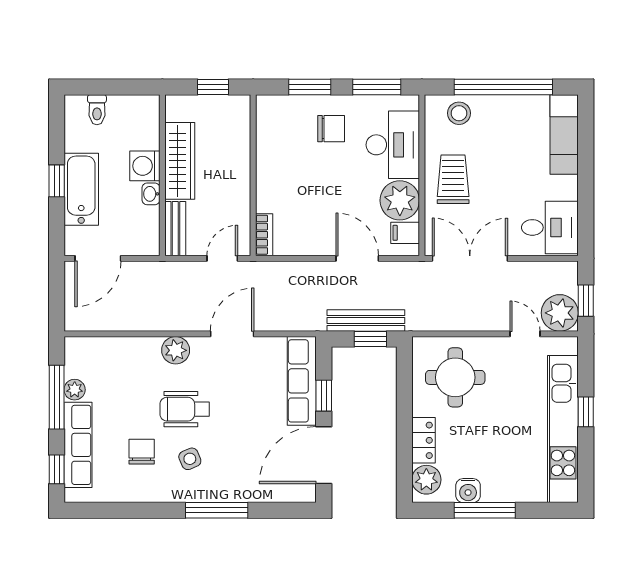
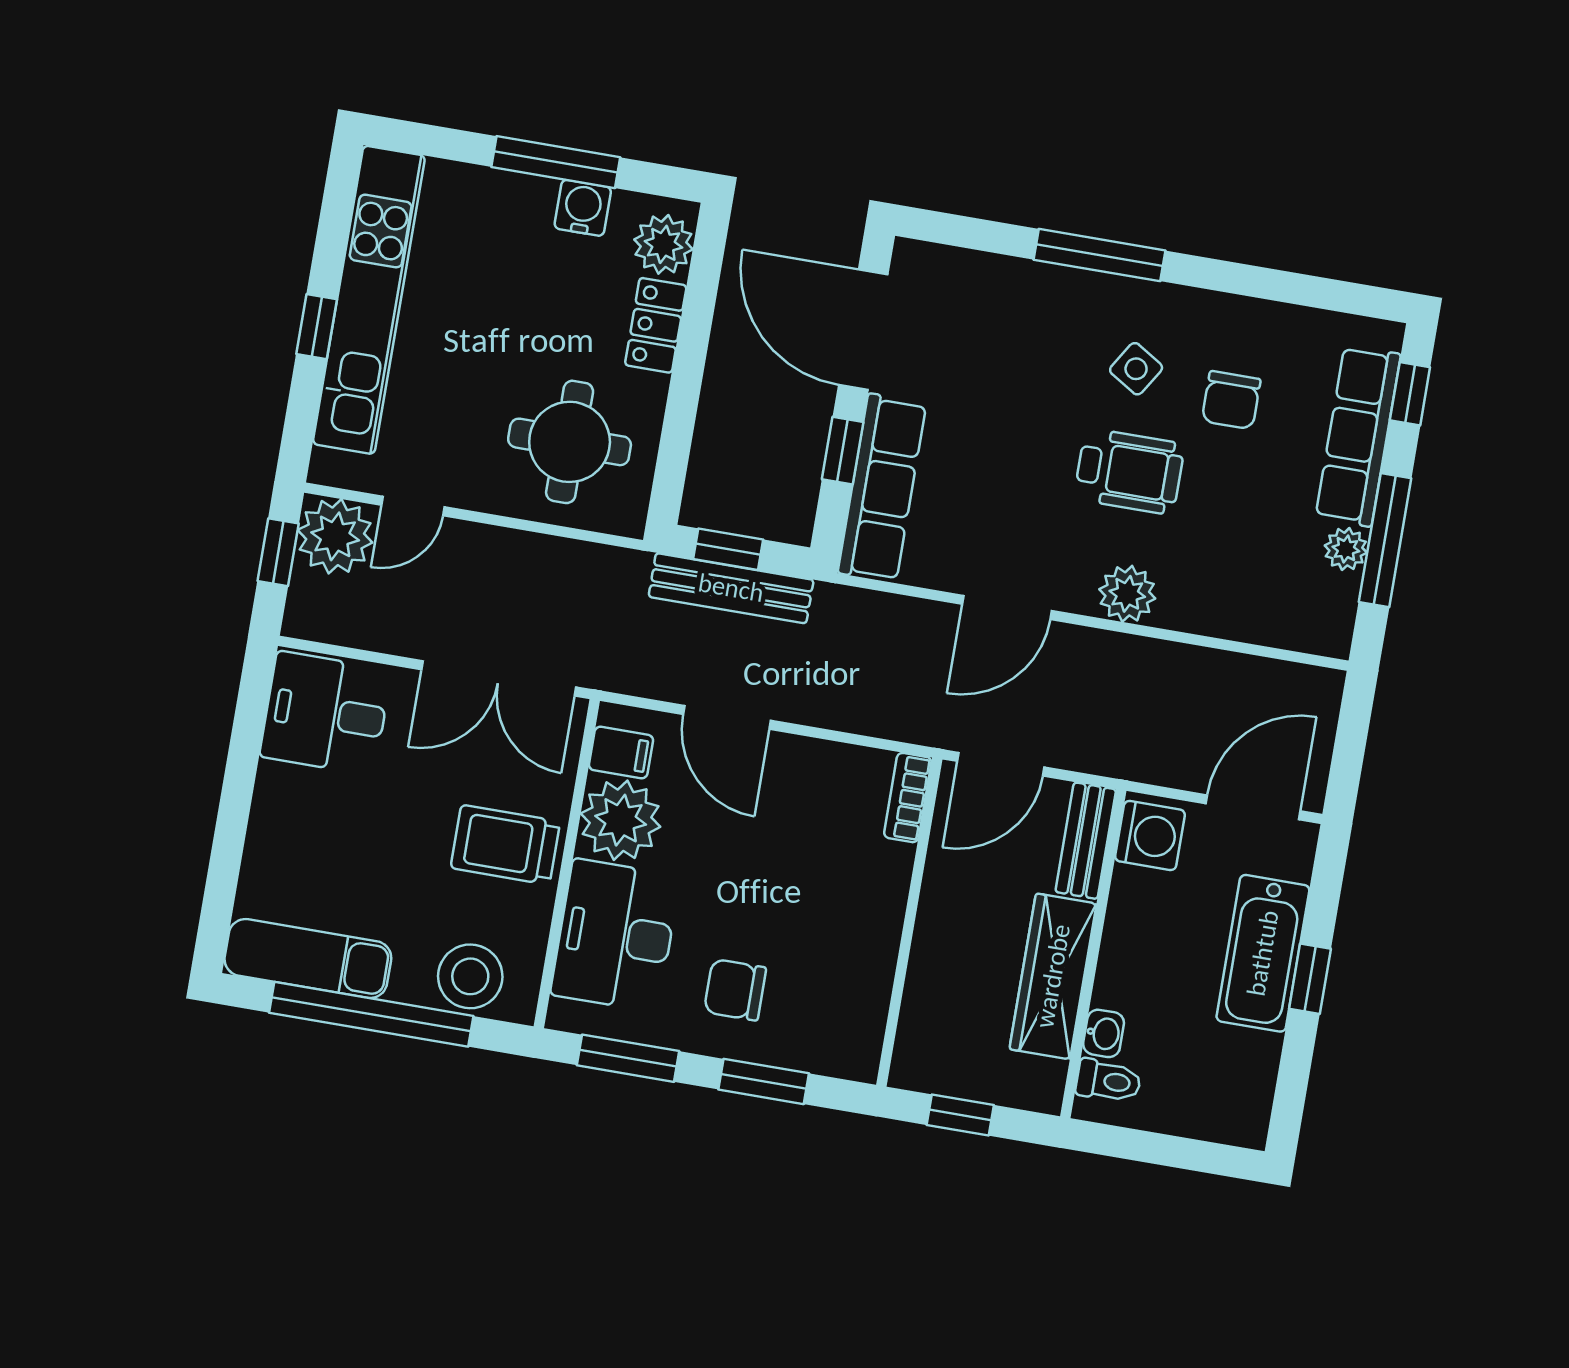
toilet: (97, 110) -> (1108, 1081), moved, turned 90
stool: (459, 113) -> (470, 976), width x1.38, depth x1.38
exam couch: (564, 134) -> (308, 959), moved, turned -90
washing machine: (145, 166) -> (1150, 836), moved
trolley: (453, 179) -> (505, 845), turned 90
washbasin: (151, 194) -> (1104, 1033), moved
door: (222, 258) -> (1001, 764), width x1.38
door: (525, 334) -> (413, 506), hinge flipped
door: (324, 455) -> (863, 330), swing flipped
side table: (190, 459) -> (1136, 369), turned -35

